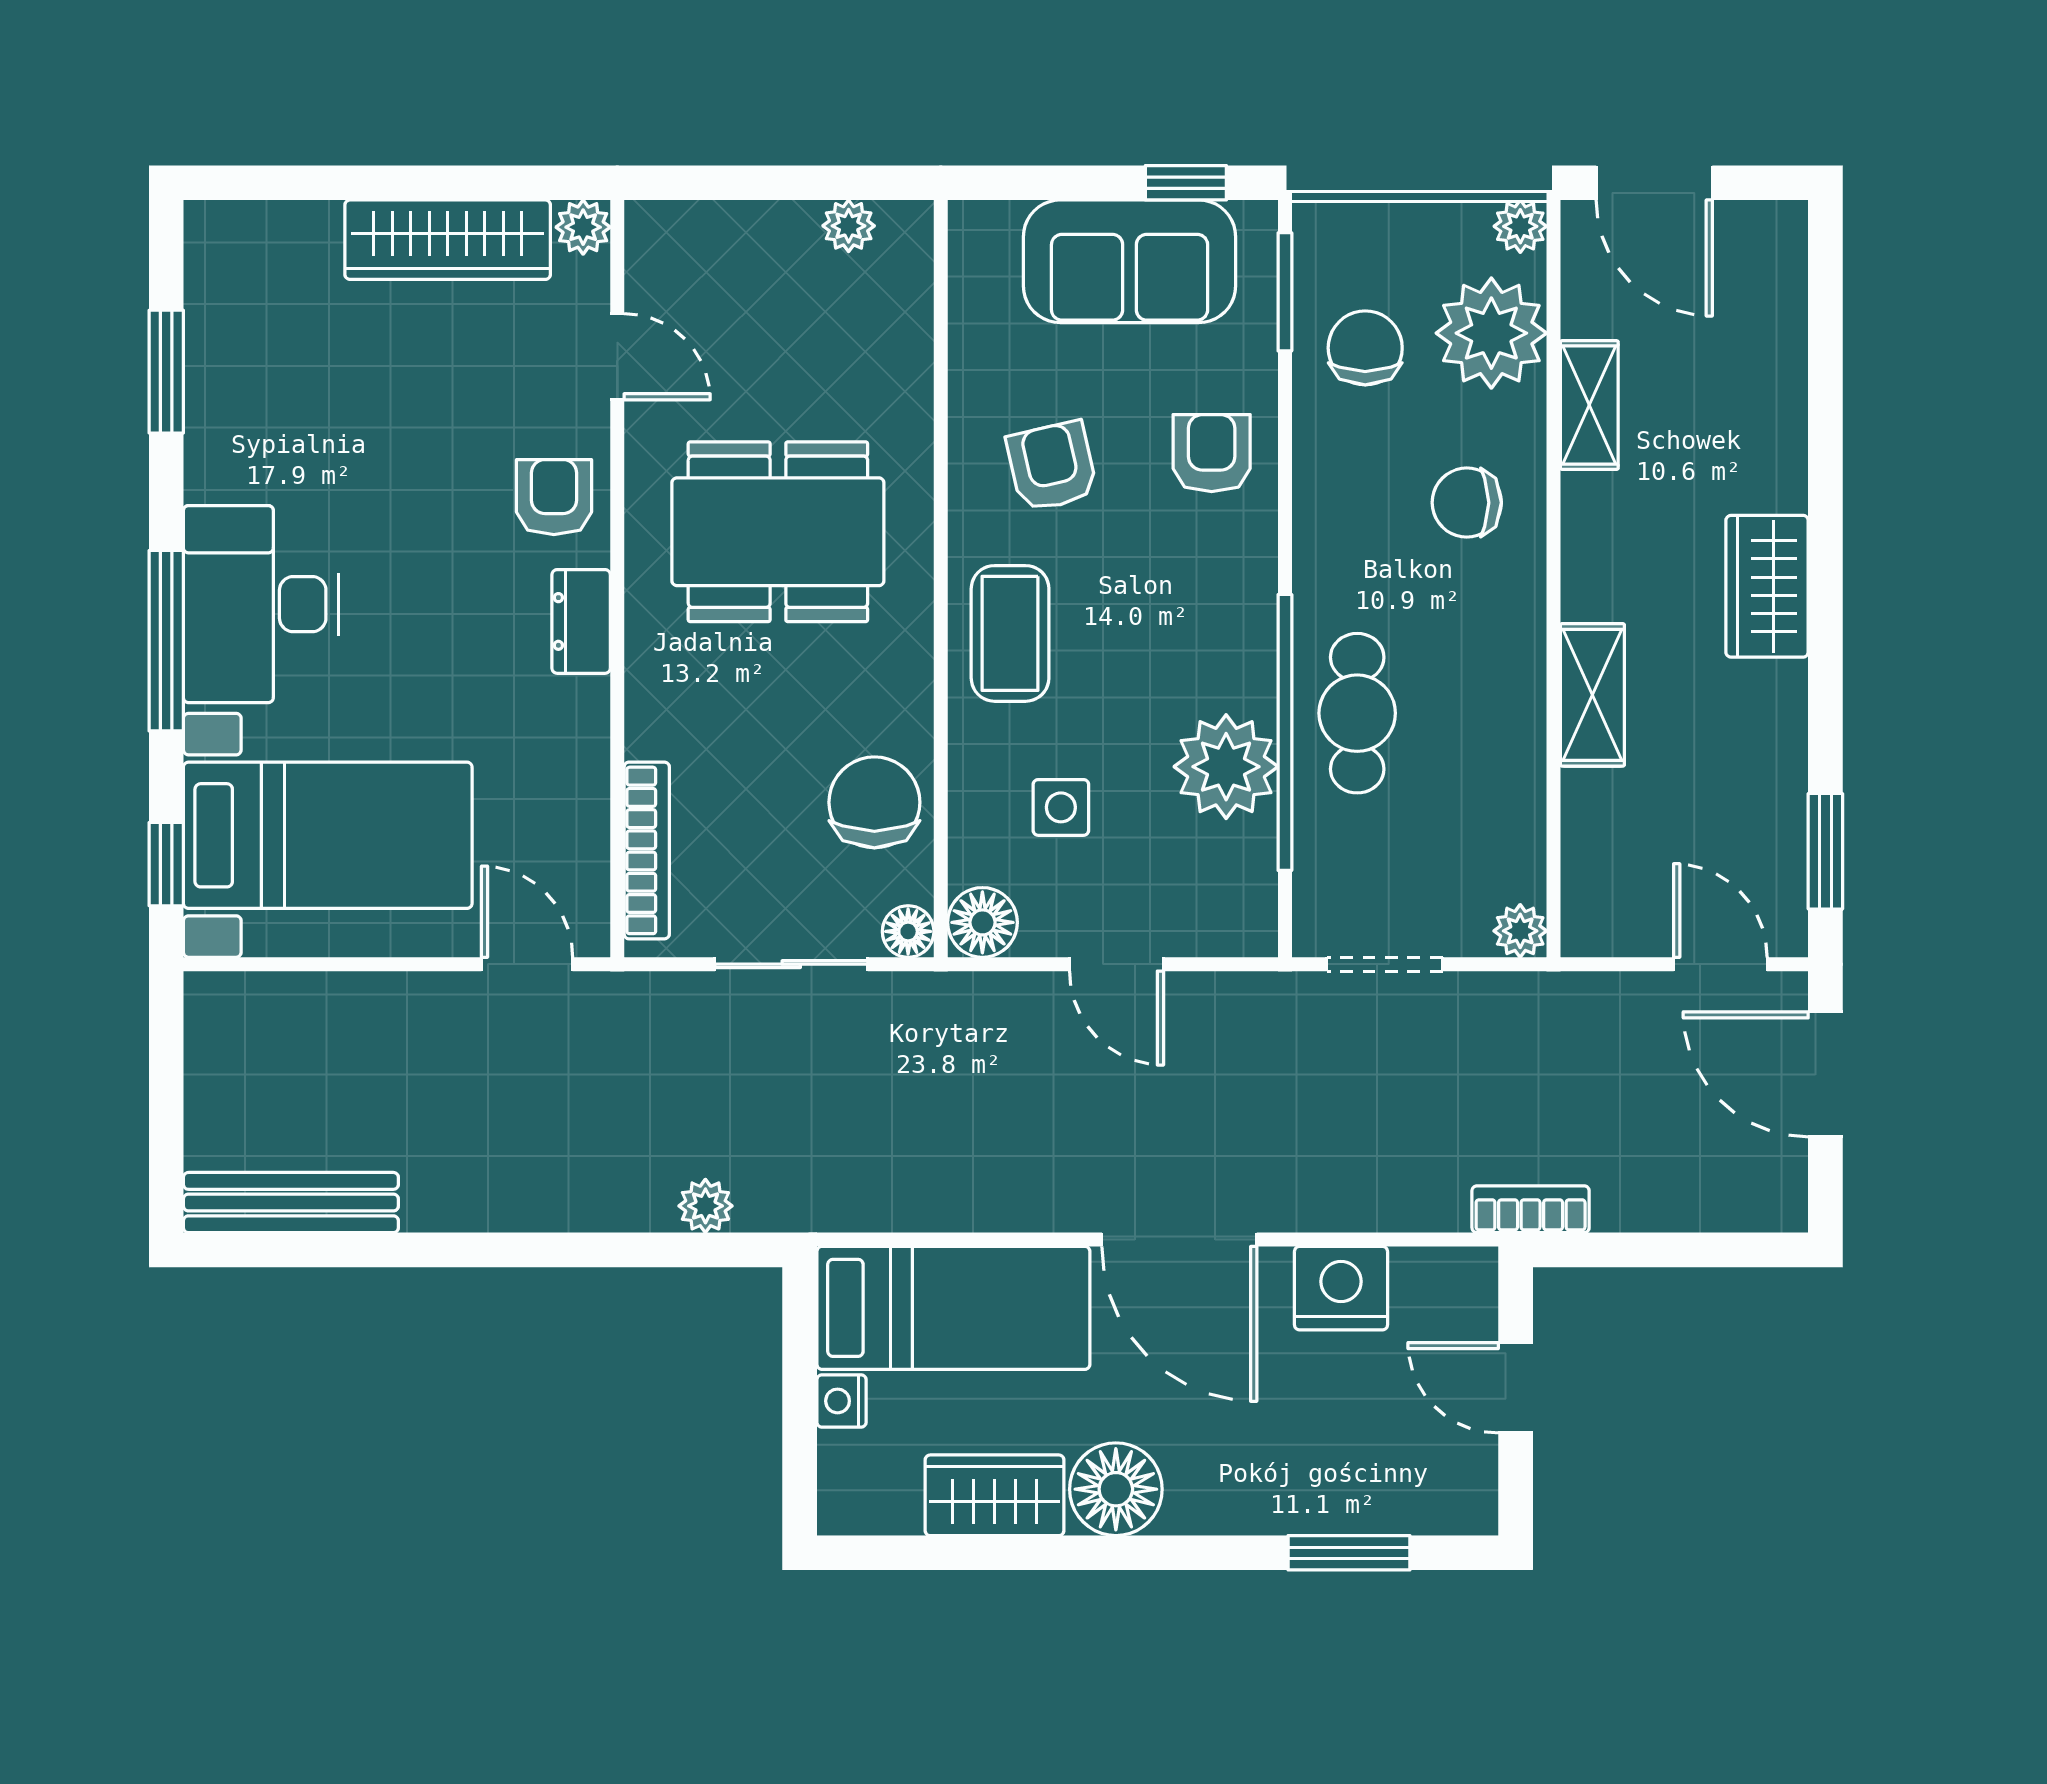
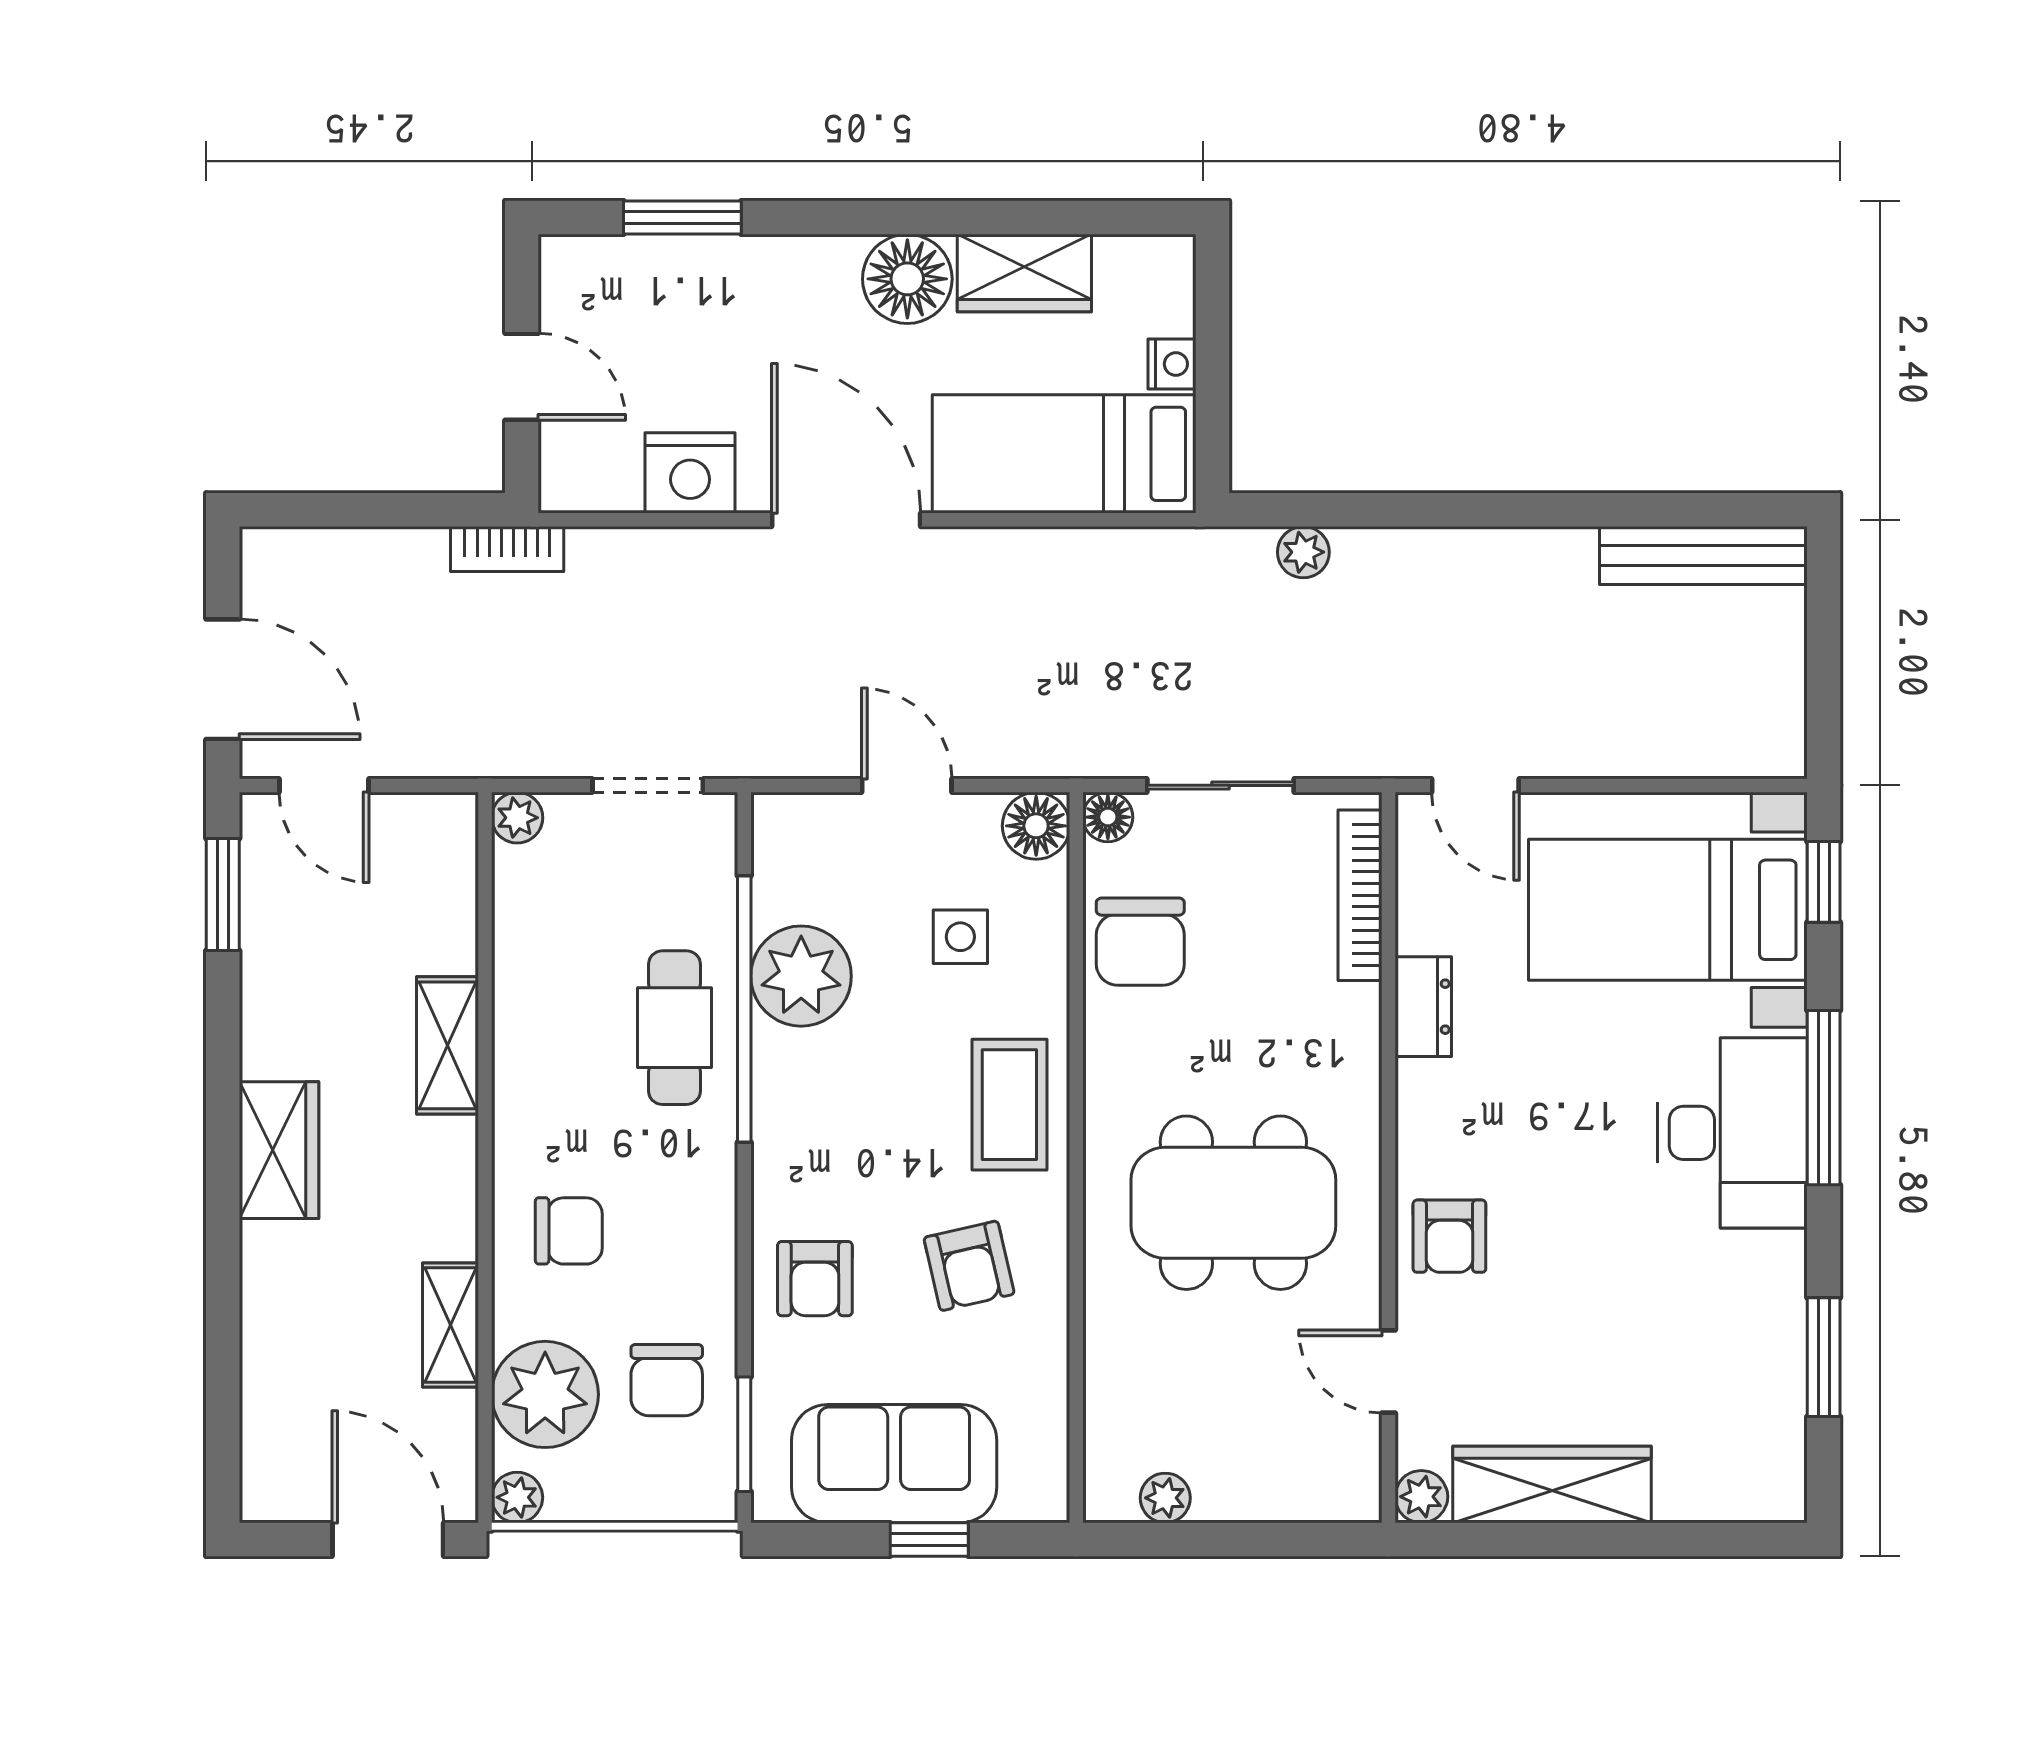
window: (1186, 183) -> (929, 1539), moved
dresser: (581, 621) -> (1423, 1007), moved

